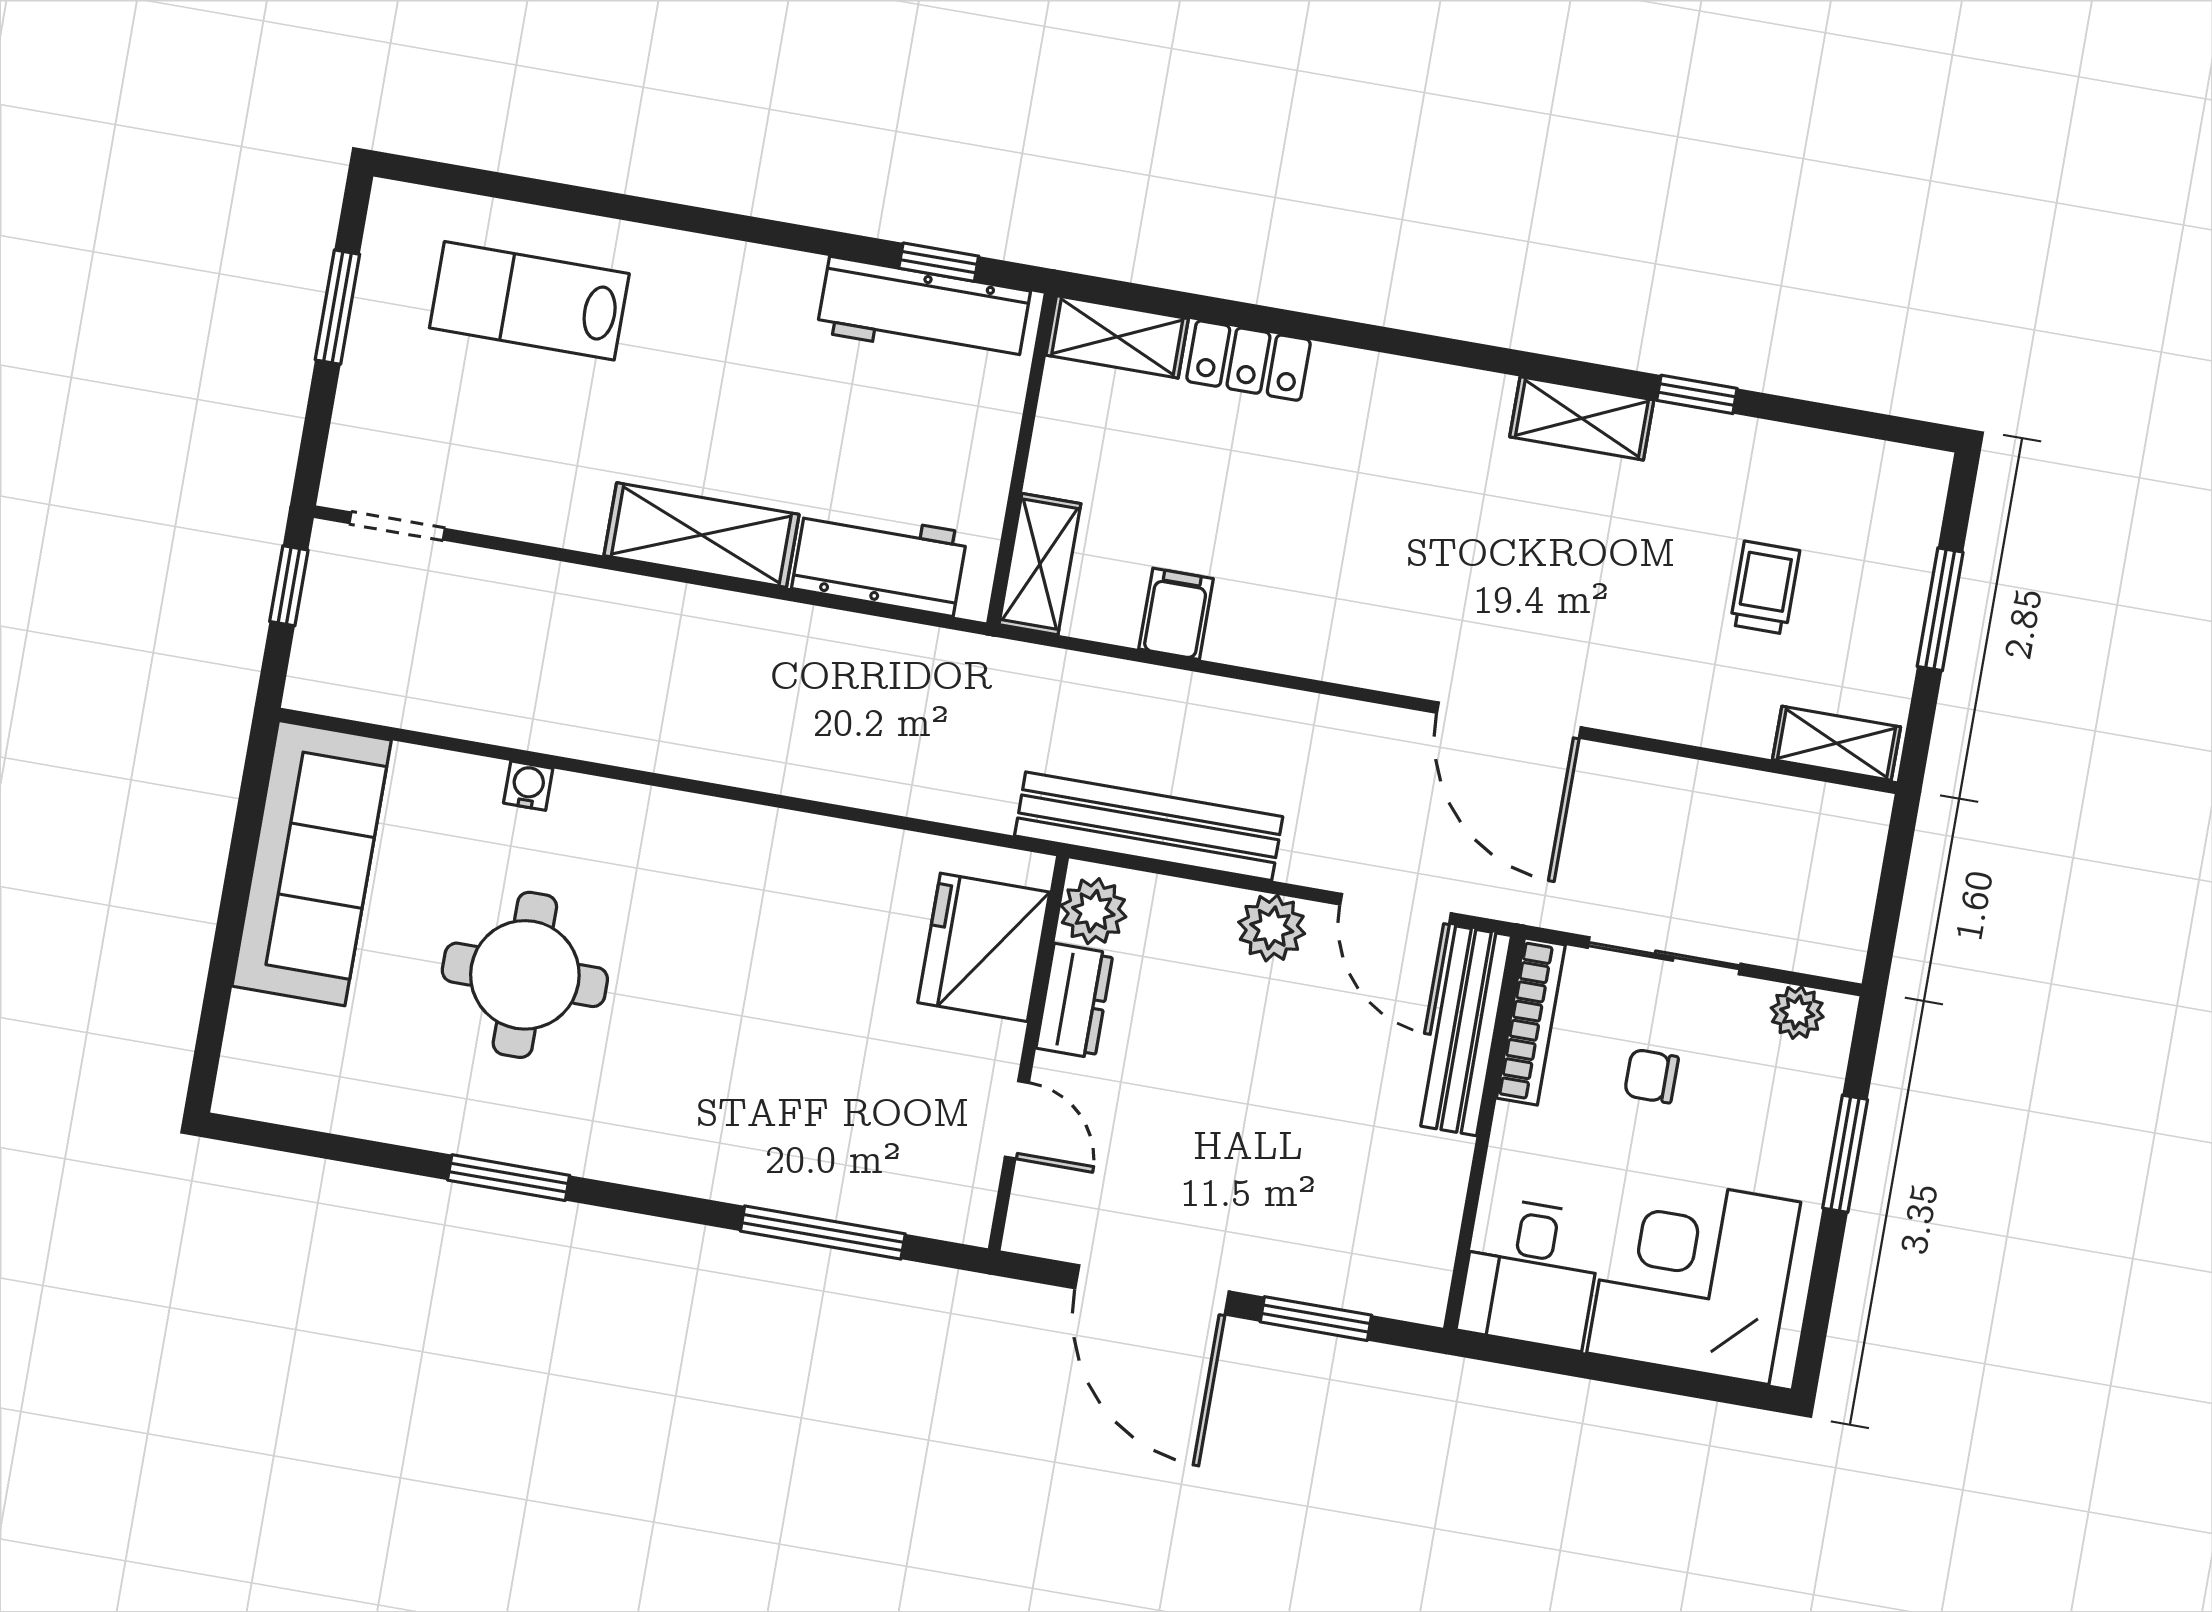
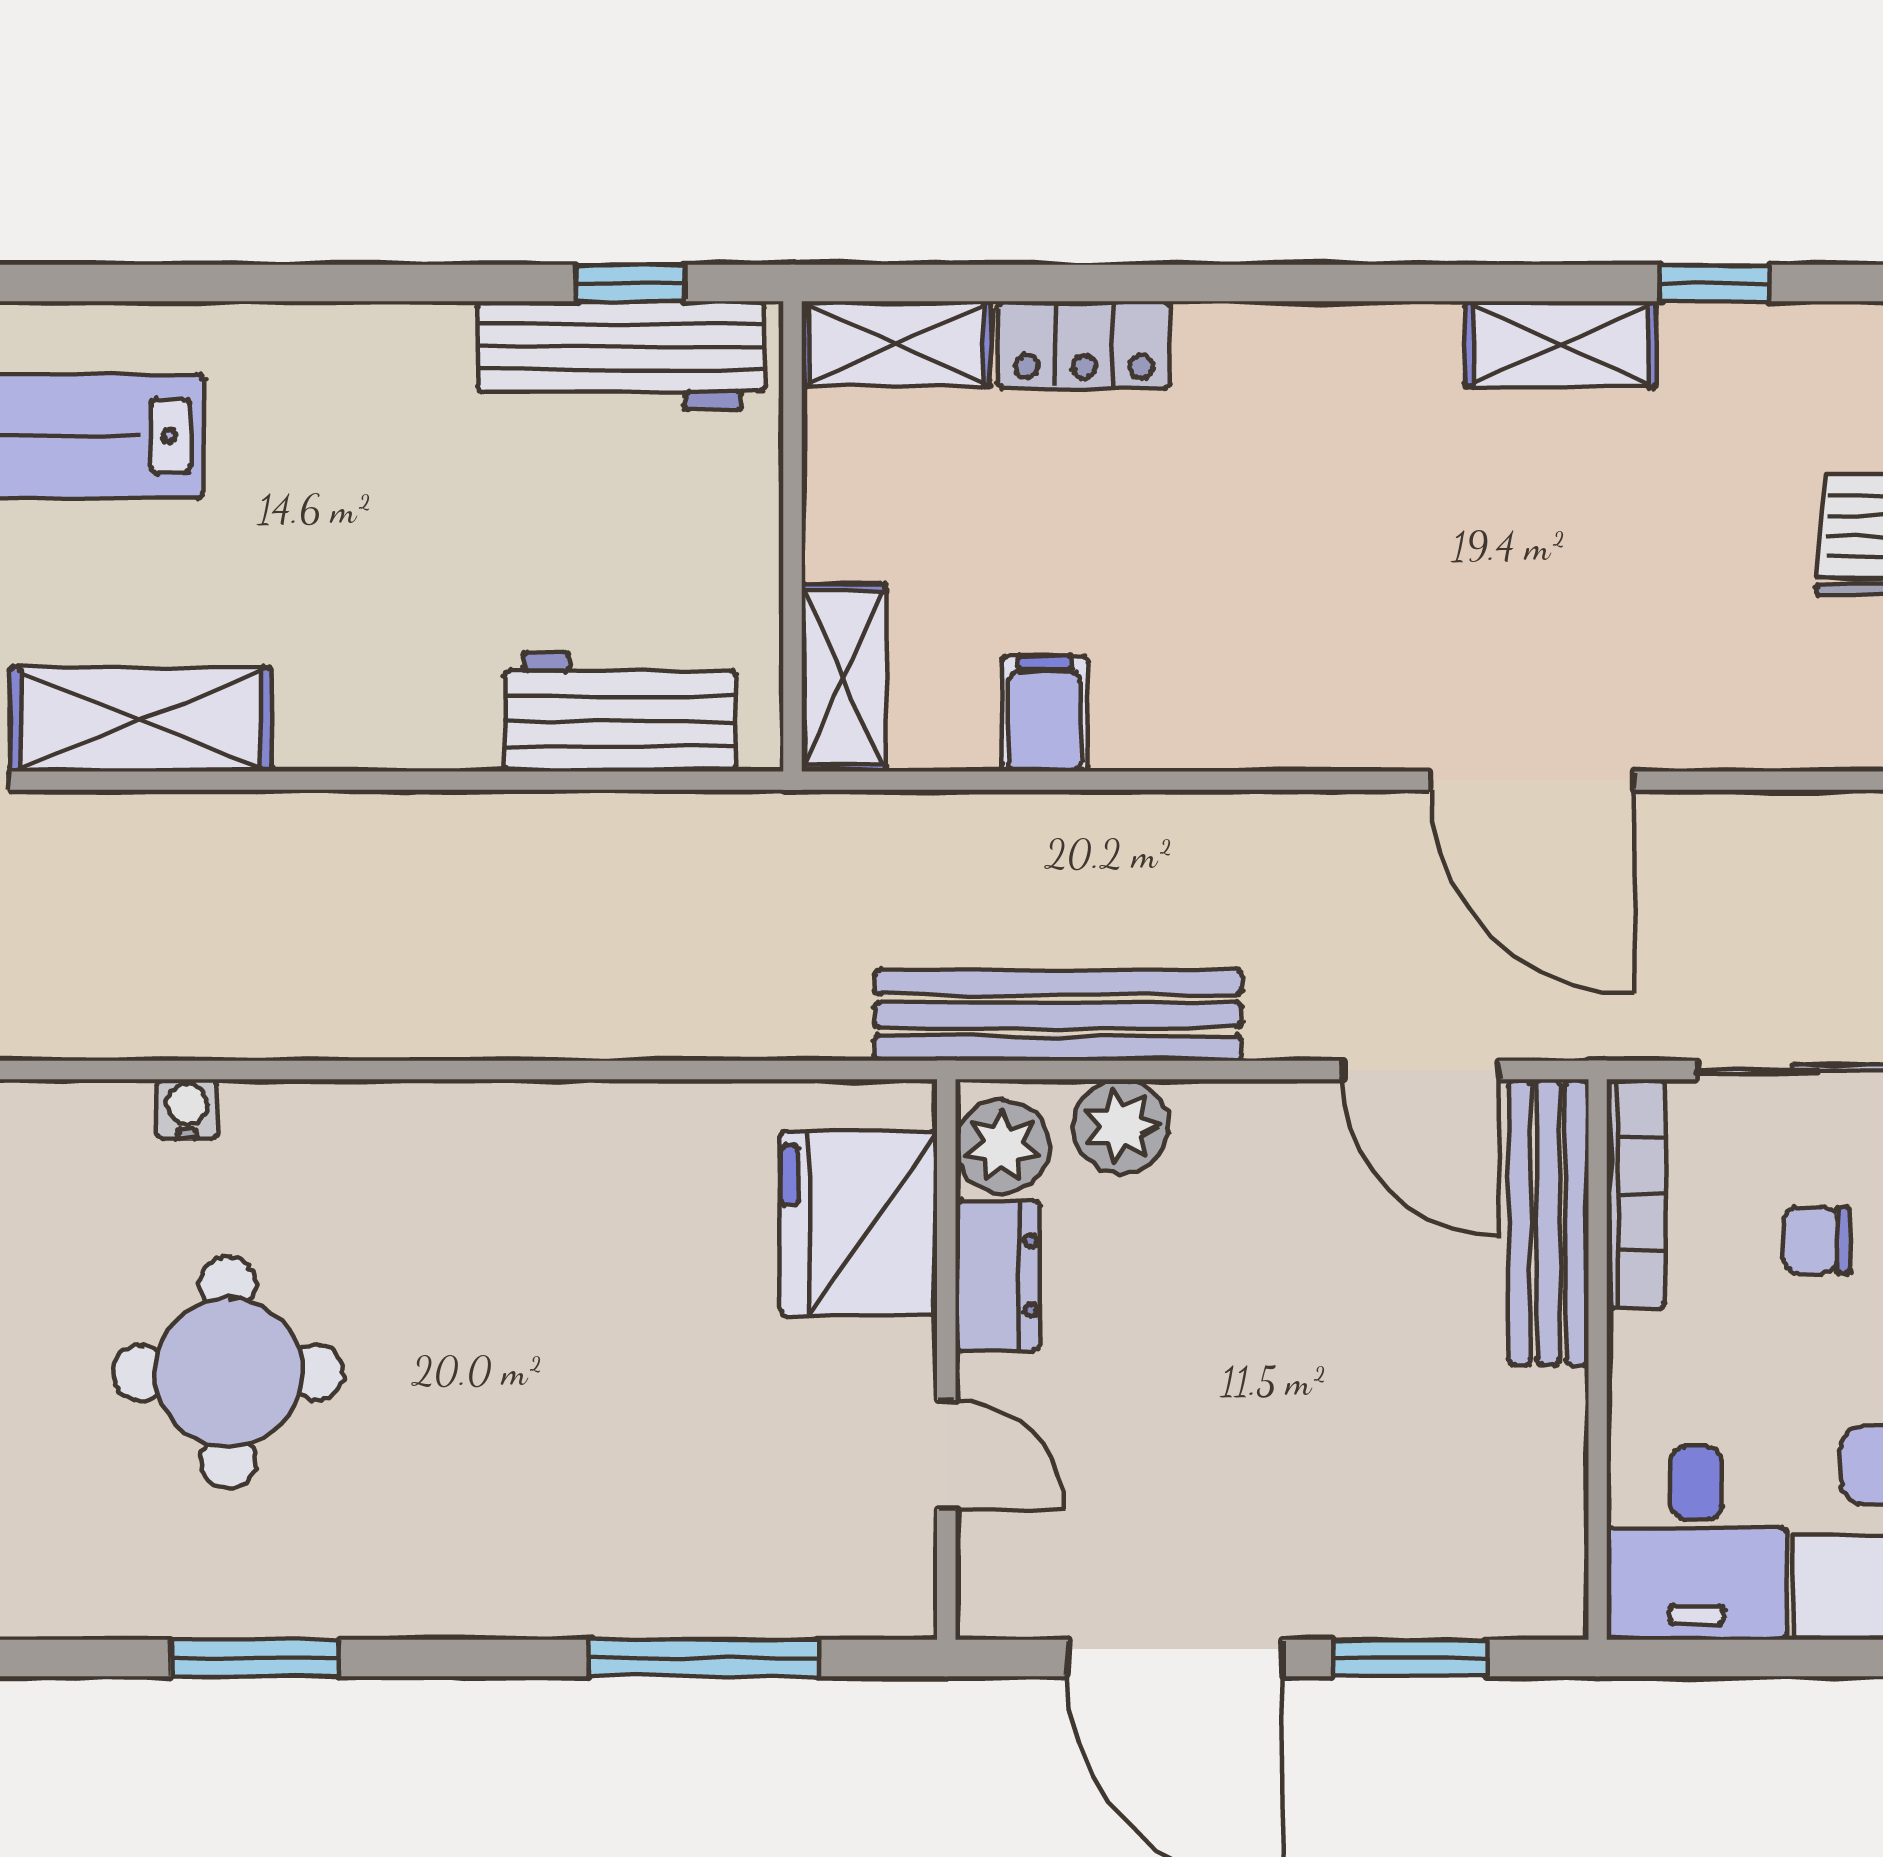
shelving: (701, 535) -> (141, 719), moved
plant: (1272, 928) -> (1121, 1126), moved

